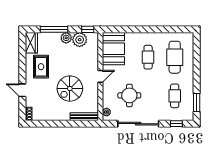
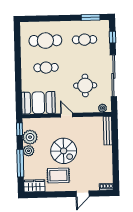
spiral stairs: (70, 89) -> (64, 151), moved

